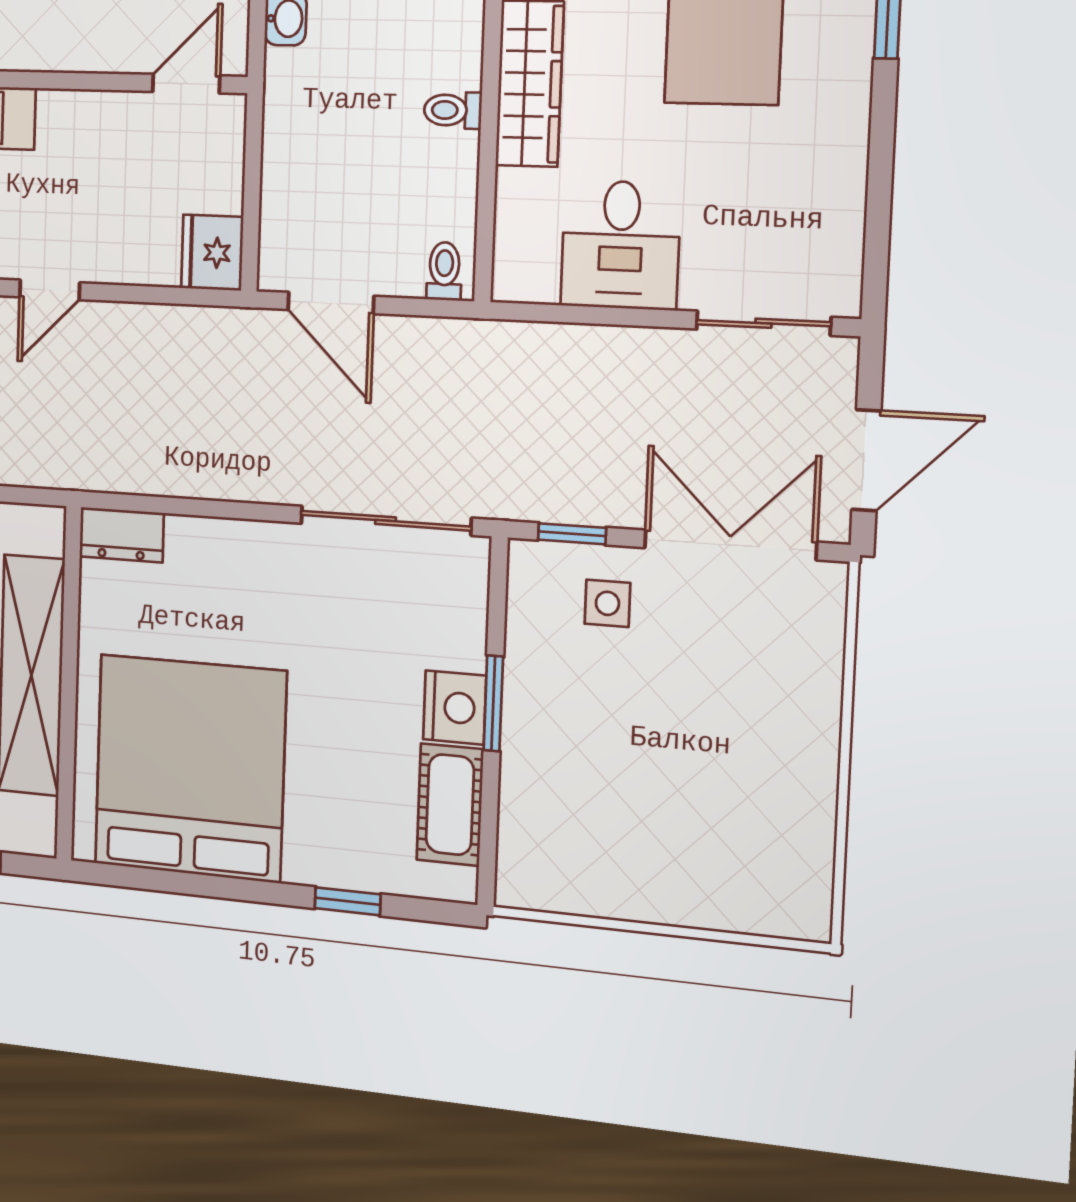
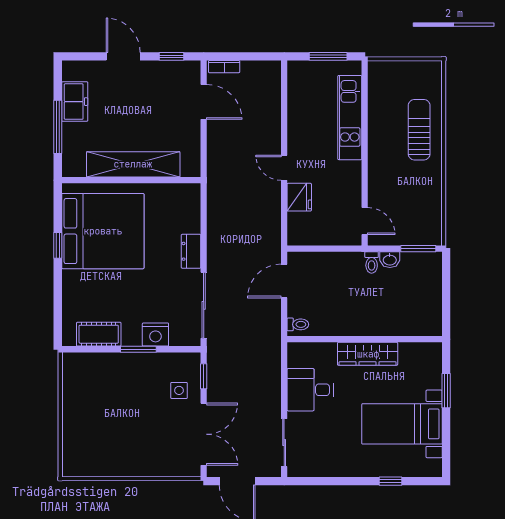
toilet: (453, 110) -> (372, 262), moved, turned 180
fridge: (212, 253) -> (299, 197), moved, turned 90
dresser: (122, 535) -> (191, 251), moved
nightstand: (455, 708) -> (155, 335), moved
window: (348, 901) -> (58, 245), moved

